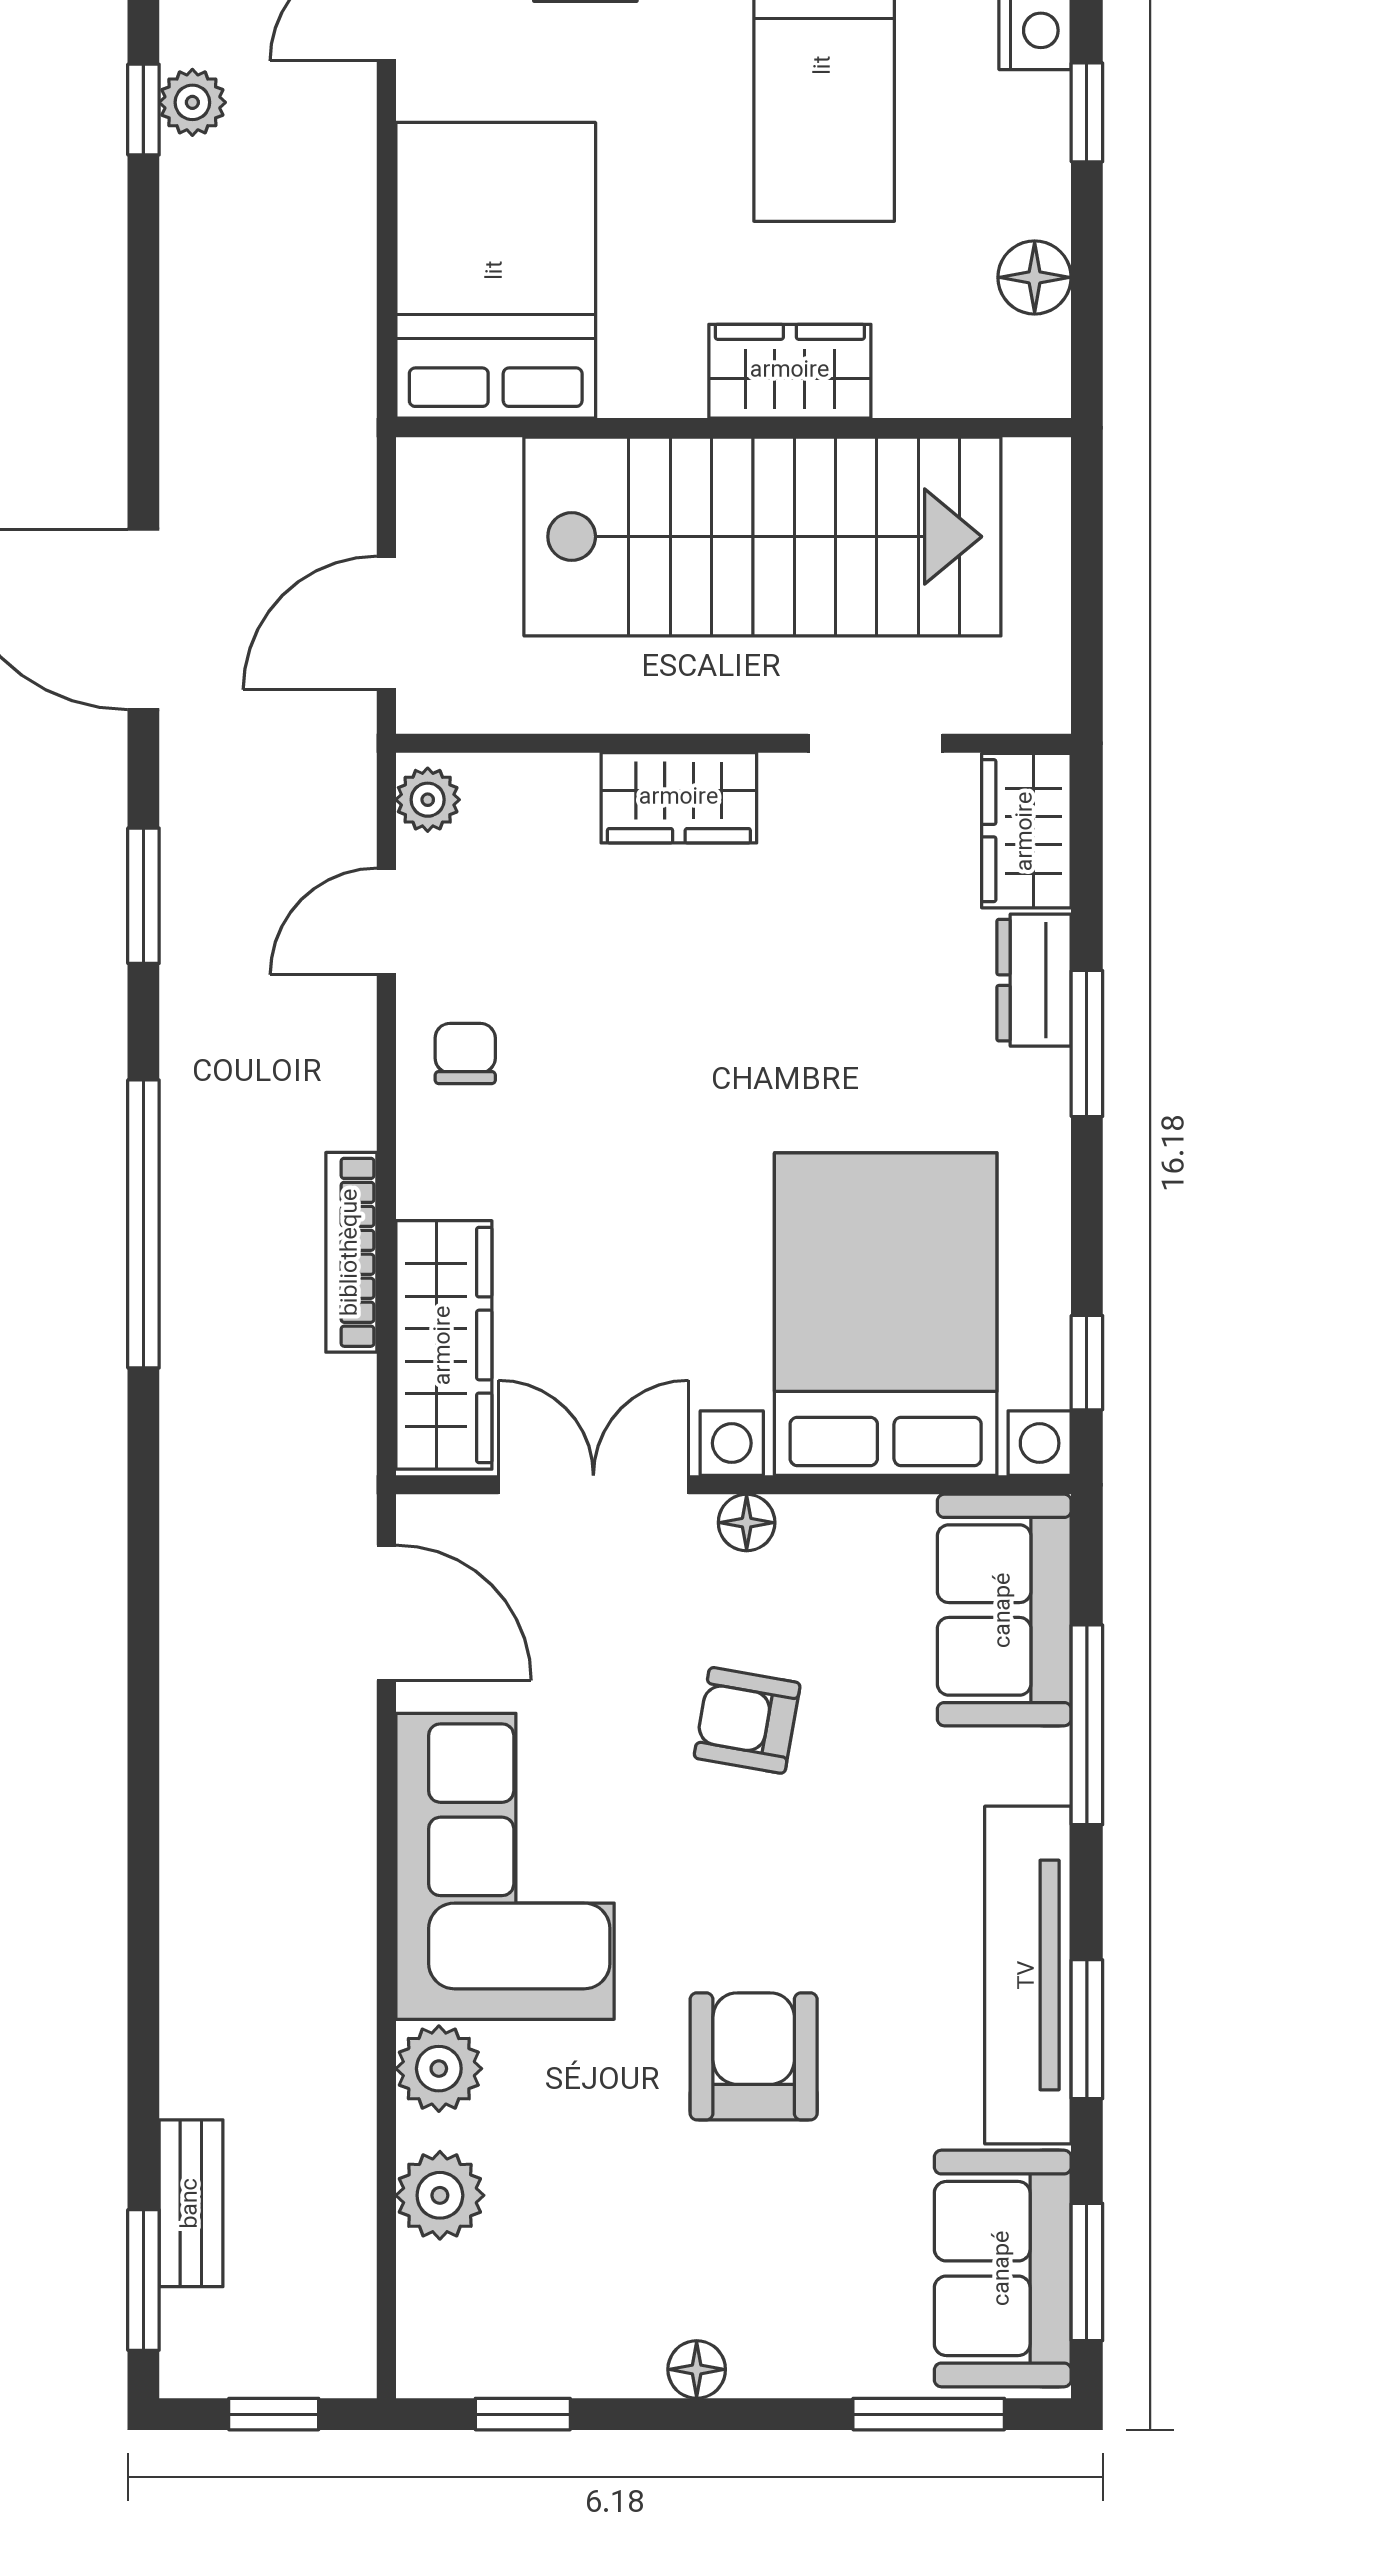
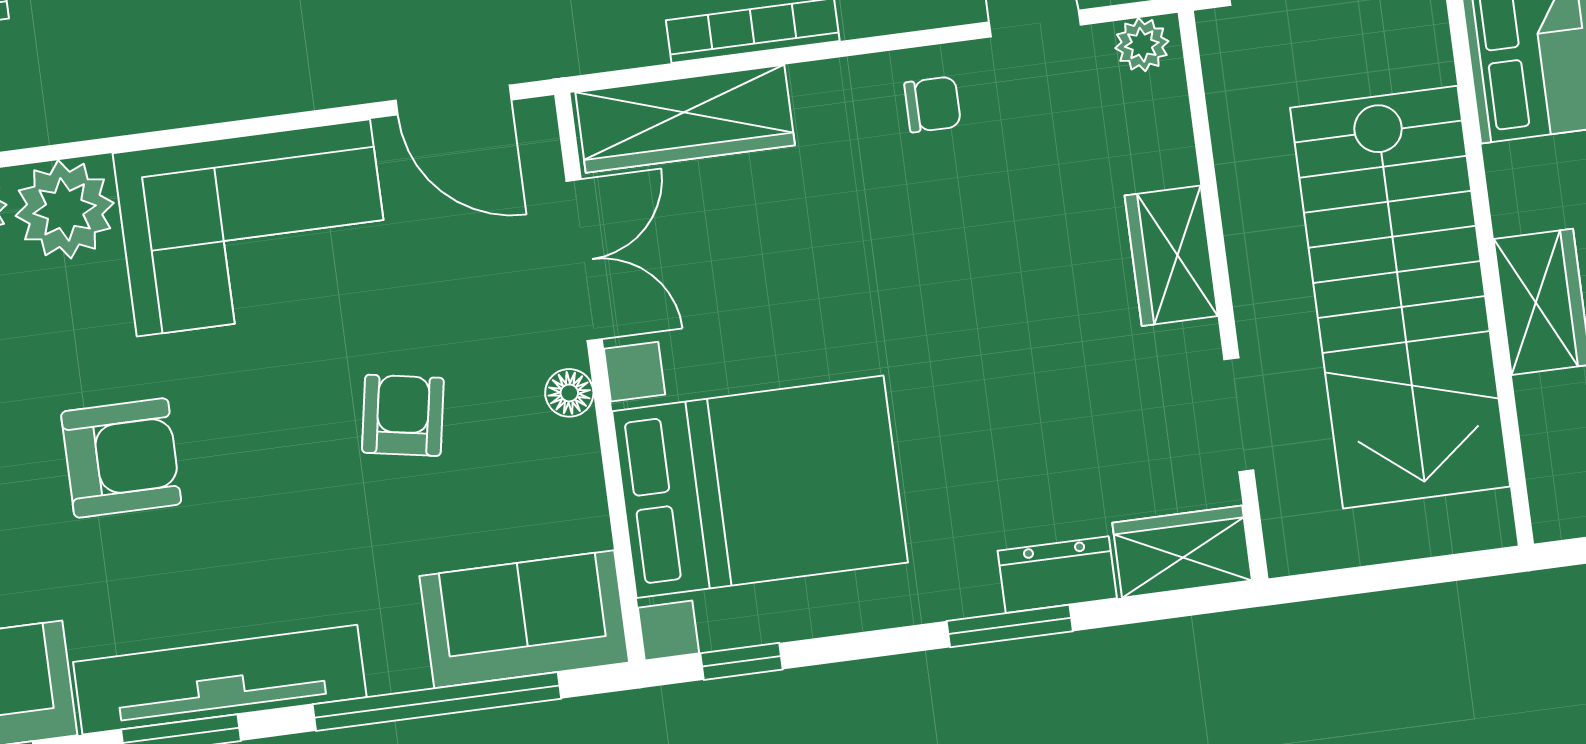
door: (386, 1613) -> (454, 100), hinge flipped
window: (1087, 1725) -> (437, 702), width x1.46
plant: (439, 2069) -> (65, 209), width x1.36, depth x1.36

